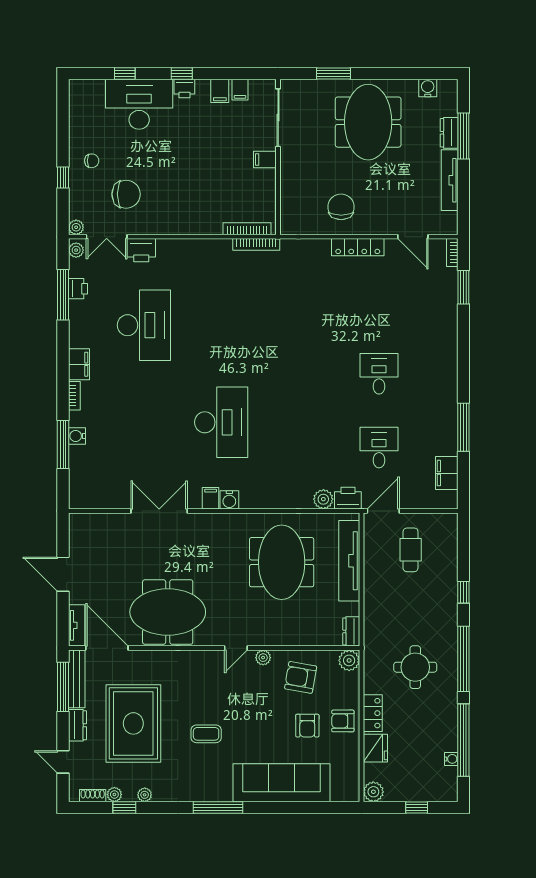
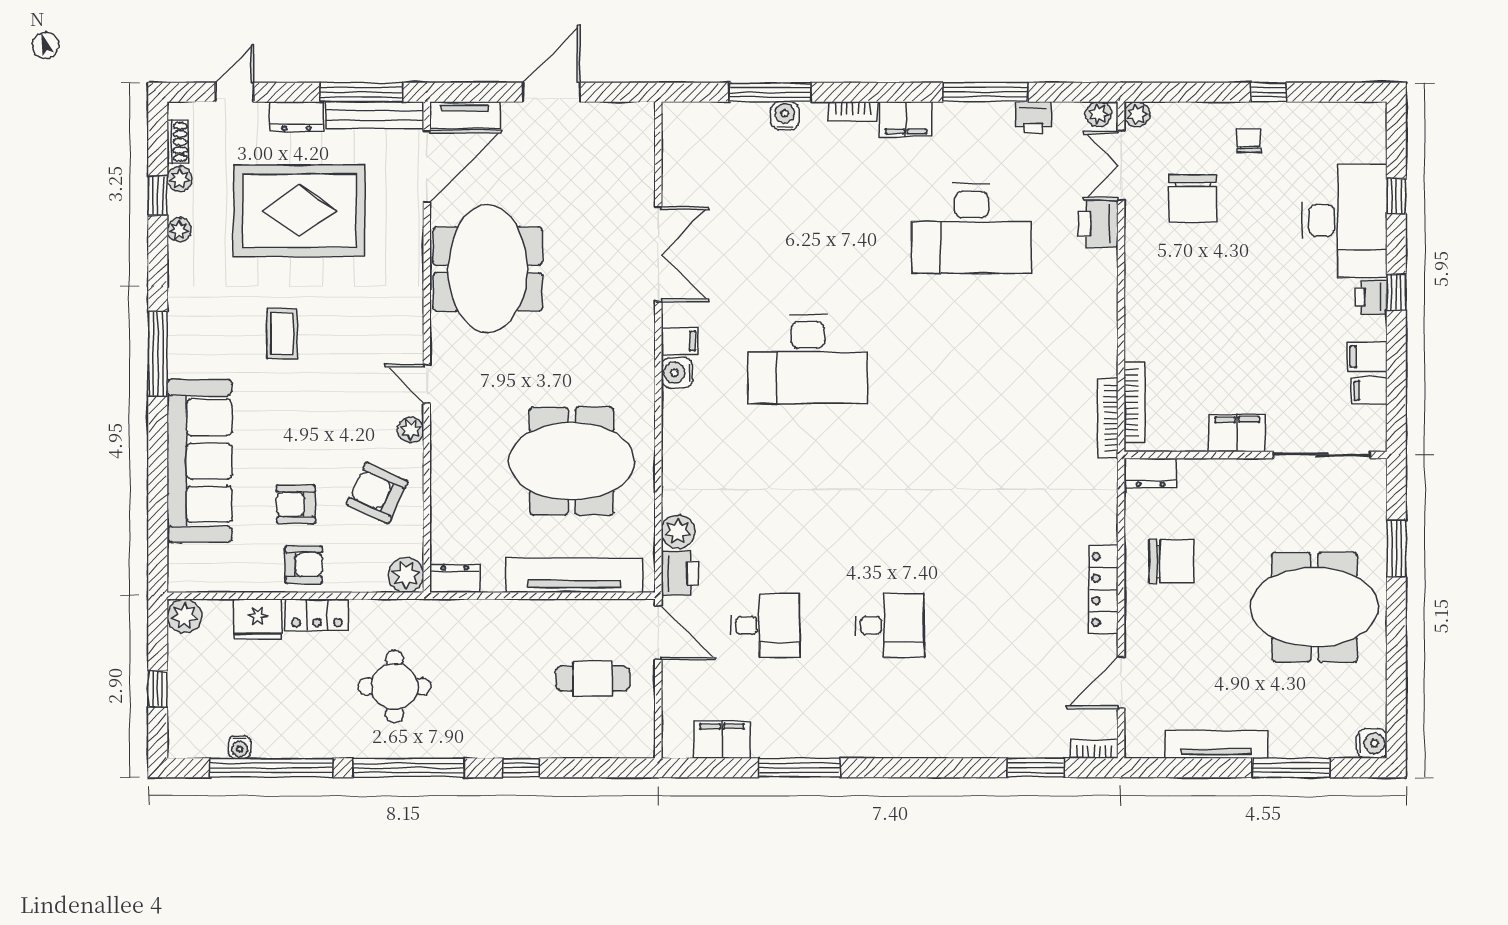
water cooler: (428, 88) -> (1372, 743), moved
dresser: (449, 133) -> (1150, 473), moved, turned 180
filing cabinet: (265, 160) -> (1237, 433), width x2.00
chair: (92, 161) -> (1249, 140), turned 180
window: (63, 177) -> (1269, 92), moved
window: (63, 295) -> (985, 92), moved
armchair: (301, 677) -> (377, 493), turned -75
armchair: (343, 721) -> (304, 564), turned 90

